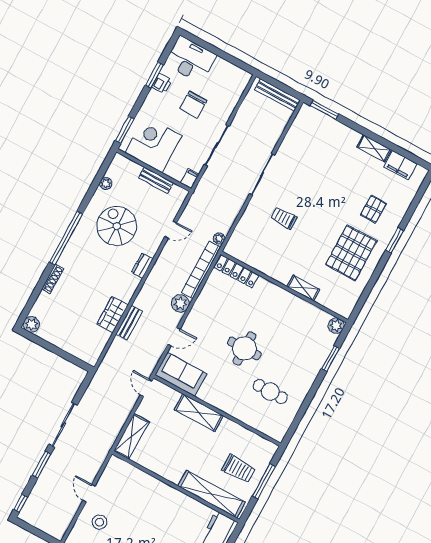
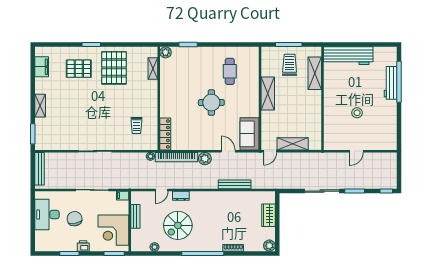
desk: (190, 60) -> (47, 214), moved
printer: (162, 83) -> (83, 246), moved
chair: (193, 105) -> (75, 219), turned -101
shelving: (374, 148) -> (40, 106), moved
pallet: (373, 209) -> (79, 69), width x1.50, depth x1.42
trolley: (284, 218) -> (136, 126), moved
door: (171, 230) -> (162, 190), swing flipped
pallet: (351, 253) -> (114, 68), turned 90
dresser: (142, 265) -> (181, 196), moved
shelving: (303, 288) -> (153, 69), moved
wardrobe: (113, 315) -> (268, 215), moved, turned 90
bench: (129, 323) -> (235, 184), width x1.36
shelving: (199, 413) -> (268, 93), moved
shelving: (131, 436) -> (293, 144), moved
shelving: (212, 494) -> (315, 73), width x0.68
stool: (100, 522) -> (357, 113), moved

